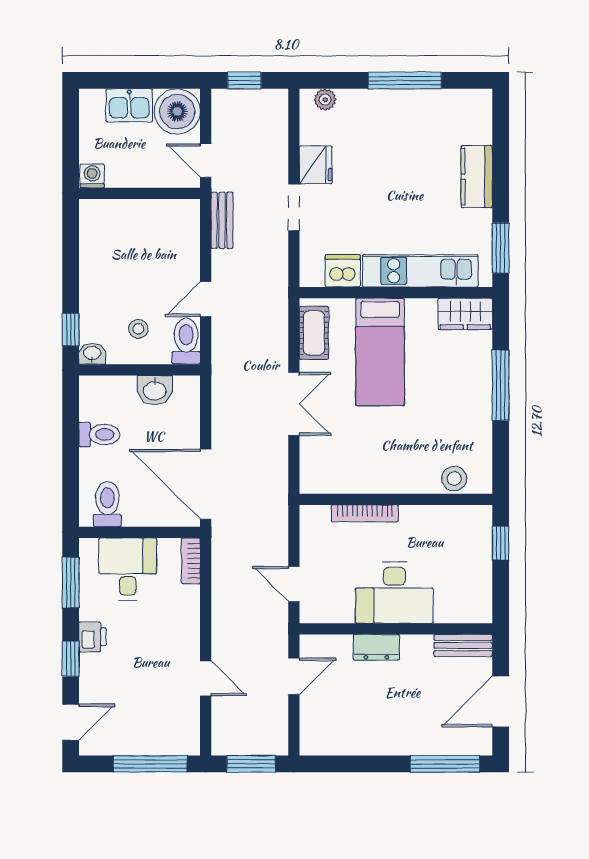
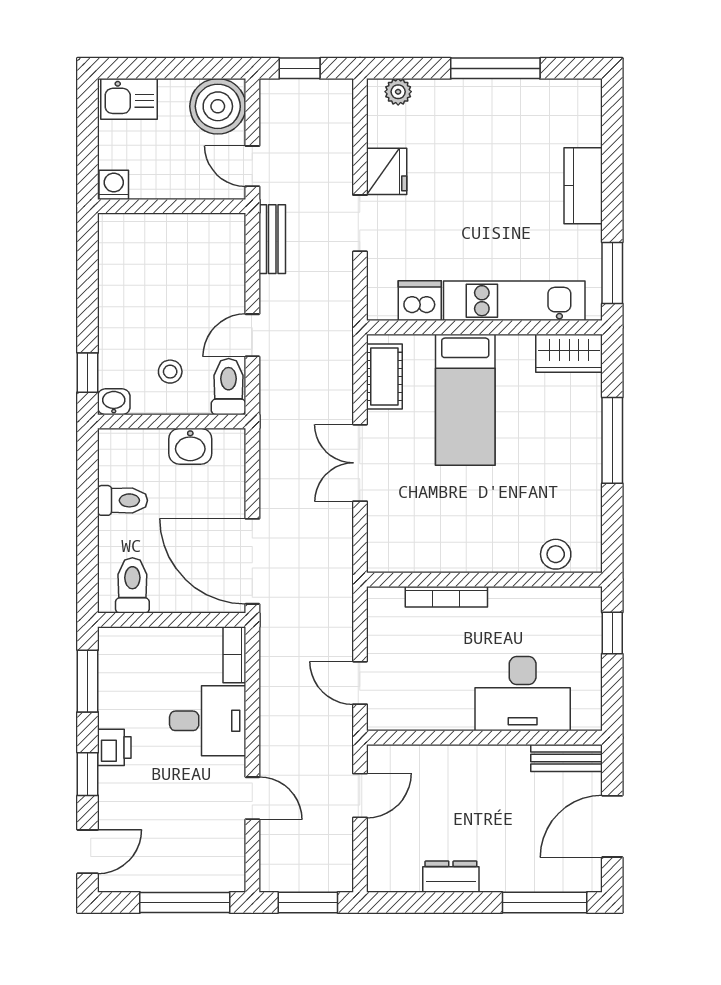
kitchen sink: (129, 105) -> (129, 99), moved
double door: (294, 404) -> (360, 463), swing flipped
desk: (128, 569) -> (208, 721), moved, turned 90
desk: (394, 593) -> (523, 694), moved
dresser: (376, 647) -> (451, 877), moved, turned 180

